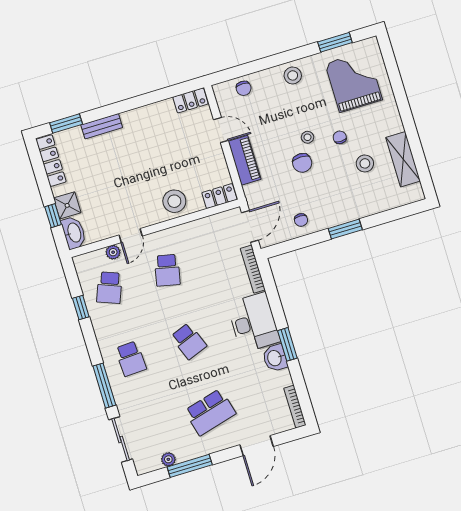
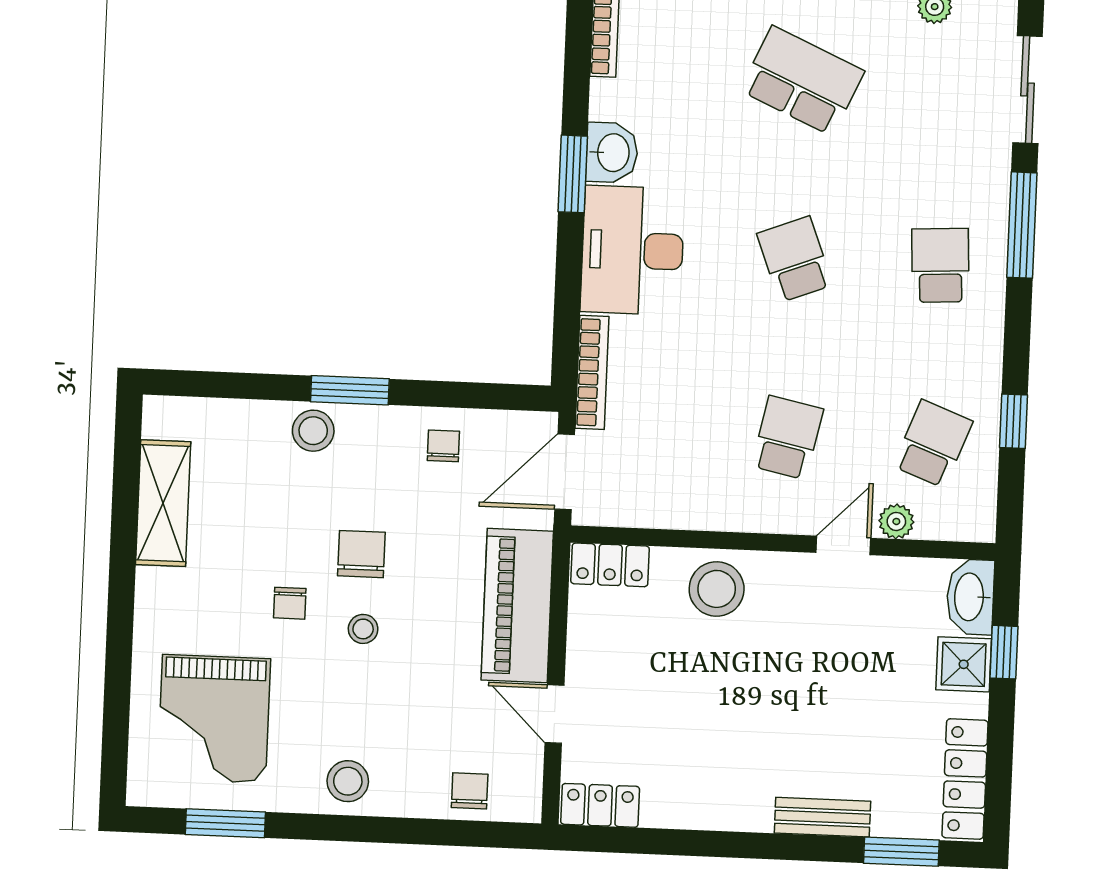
piano: (245, 160) -> (517, 606), width x1.37, depth x1.33
chair: (302, 163) -> (361, 554), moved
stool: (365, 163) -> (313, 431), moved
school desk: (210, 412) -> (802, 81), turned 39

